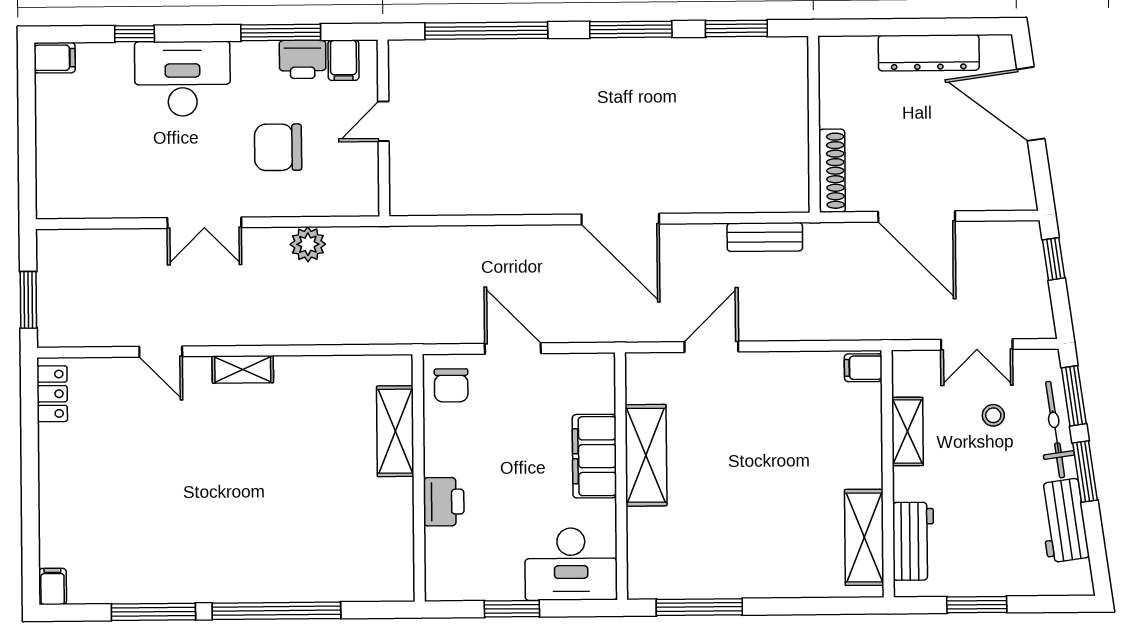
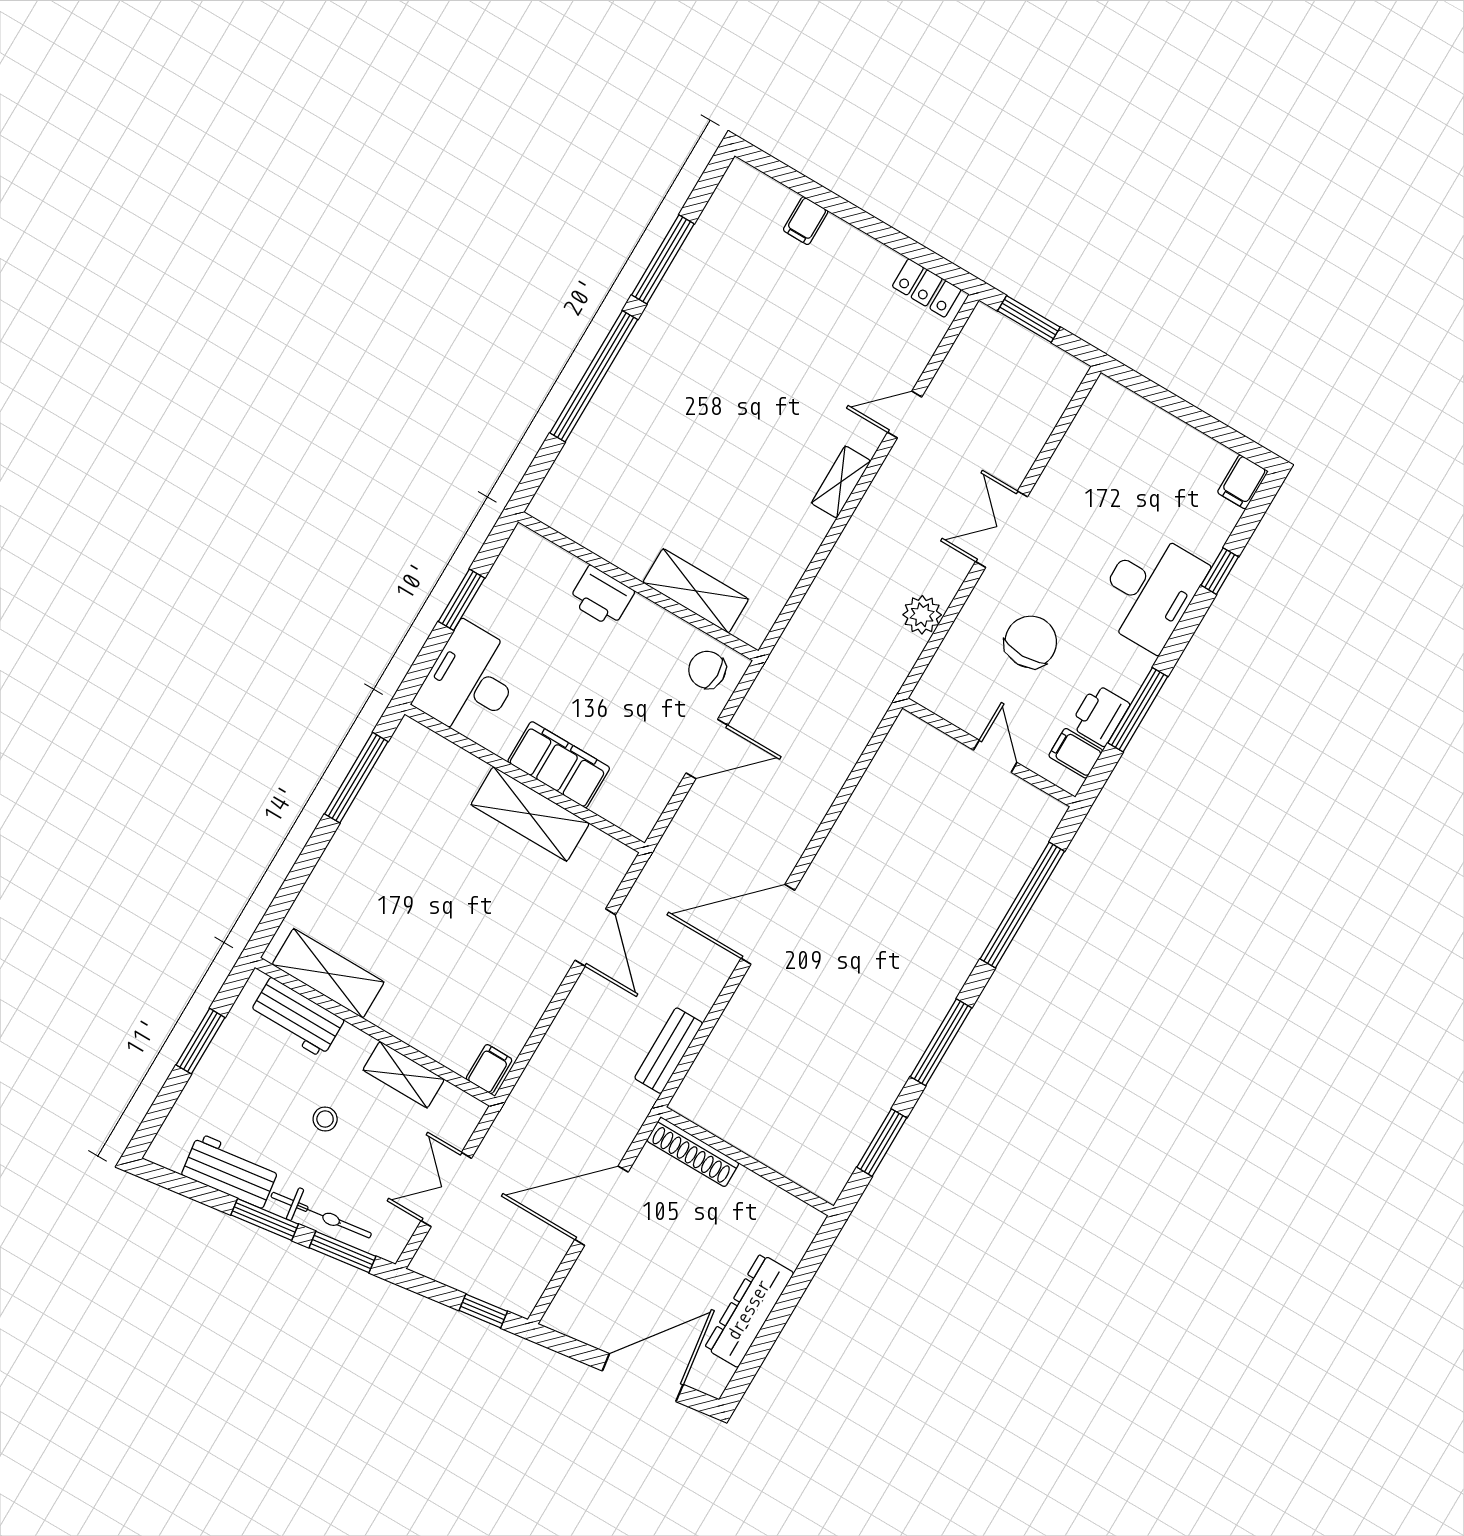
stool: (993, 415) -> (325, 1119), moved
filing cabinet: (53, 586) -> (806, 221), moved, turned 90

